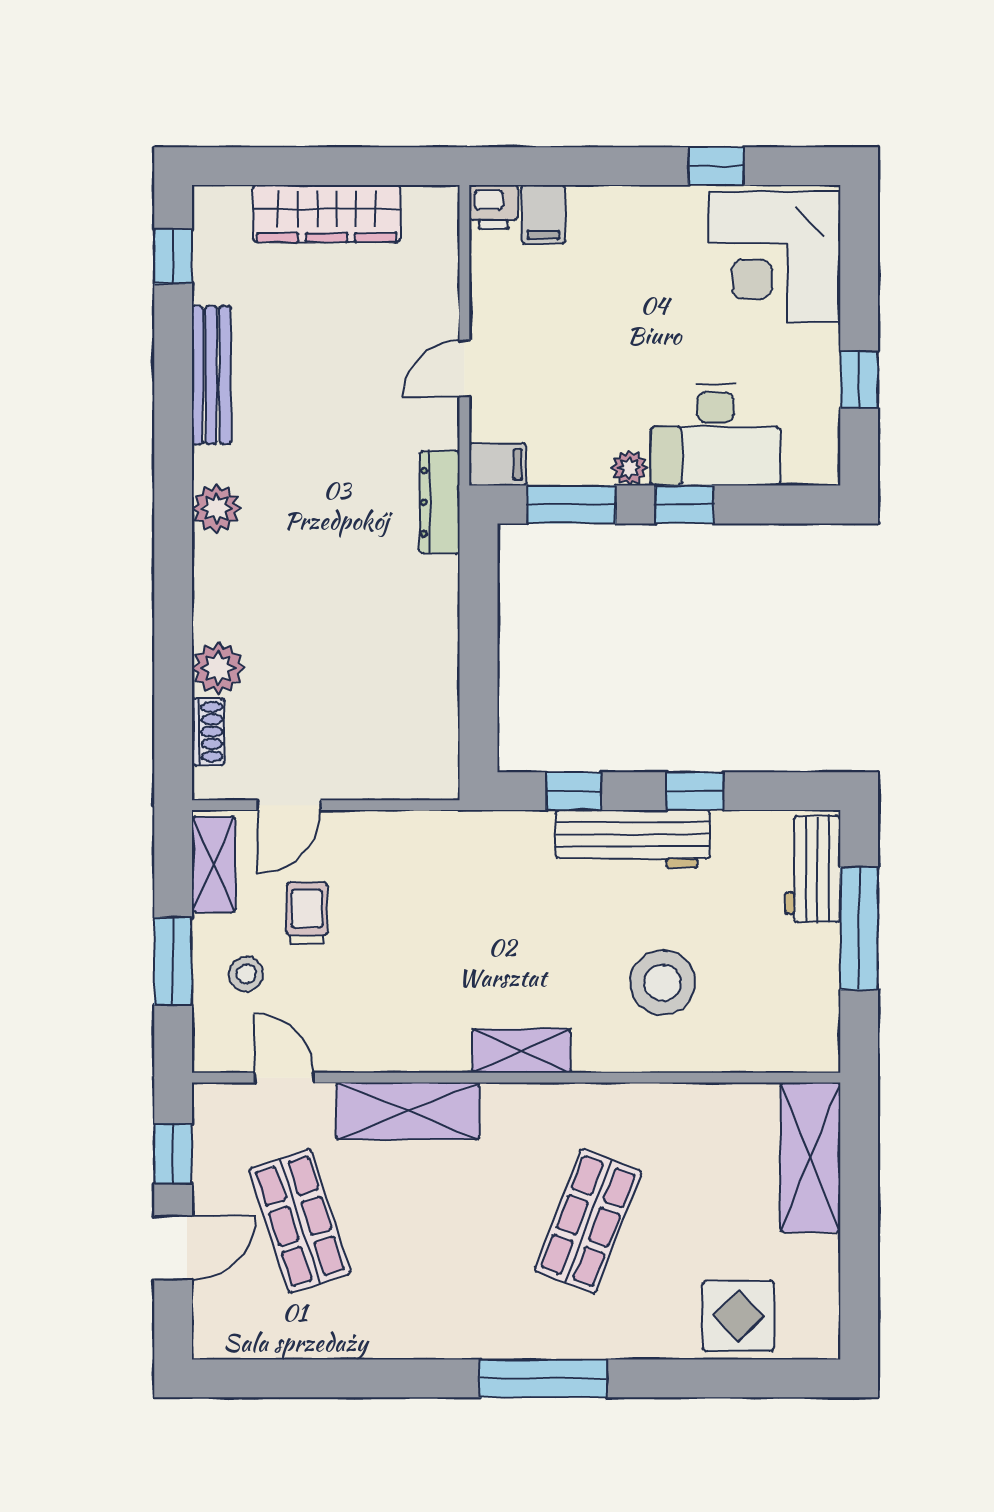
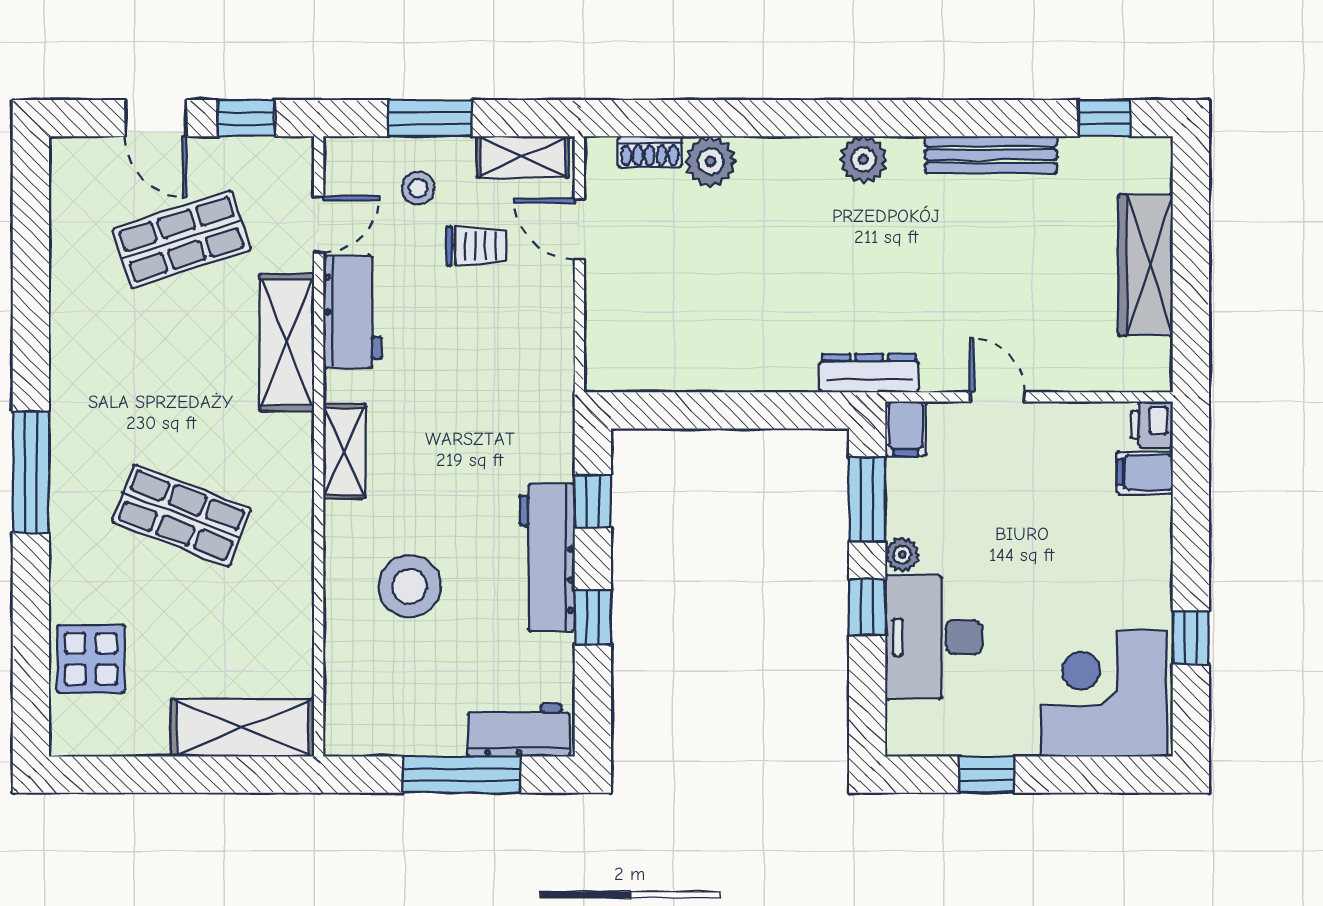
workbench: (375, 1043) -> (352, 312), added

